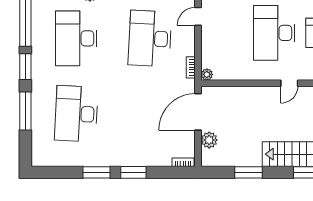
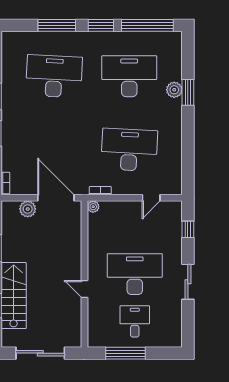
door: (198, 16) -> (151, 198), swing flipped

